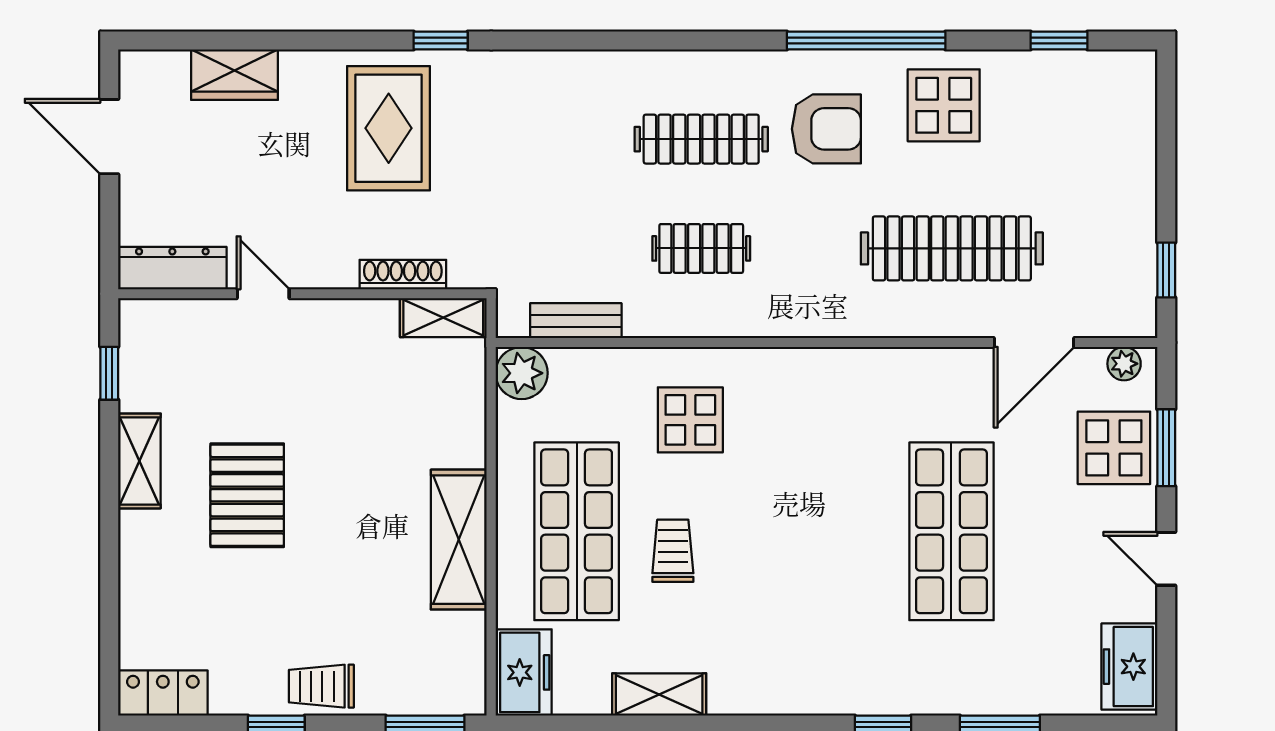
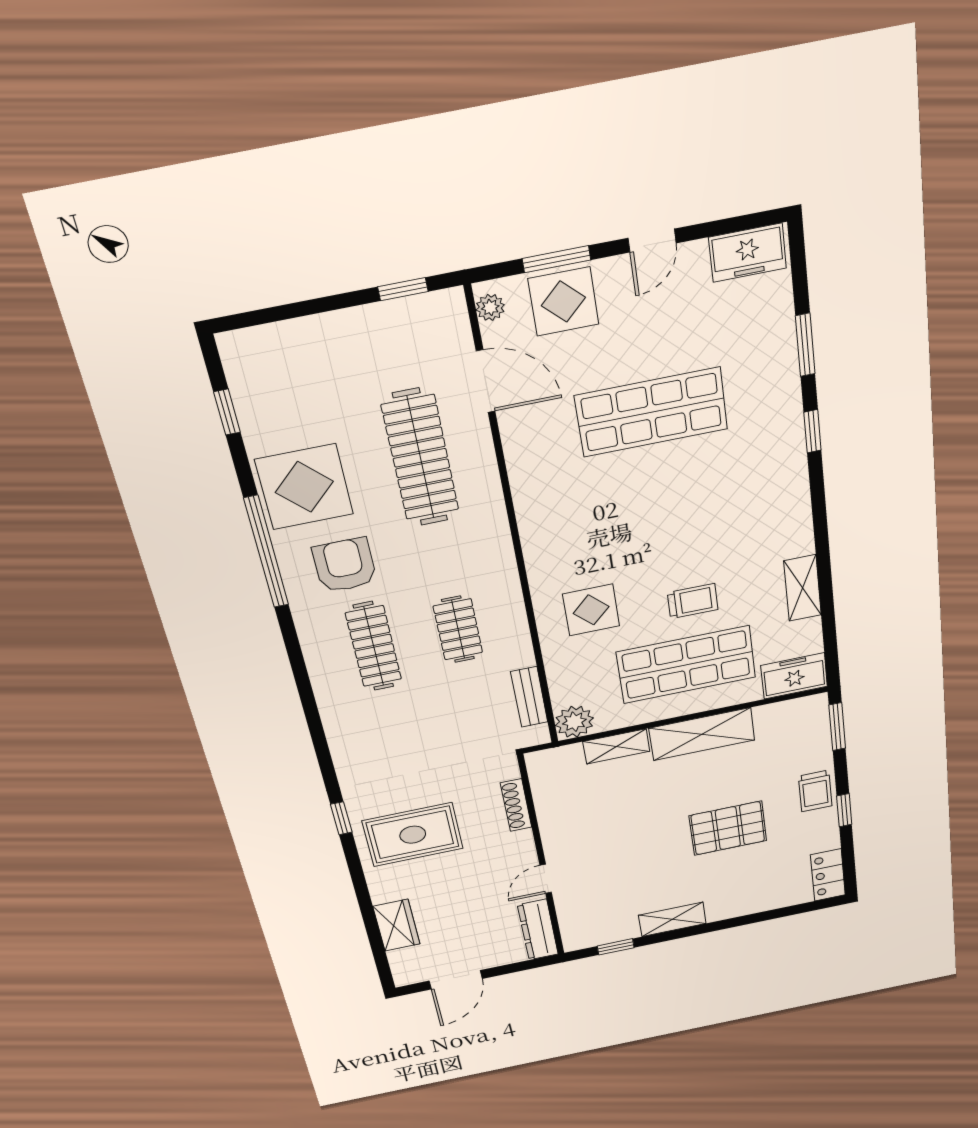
display table: (944, 105) -> (304, 487), width x1.36, depth x1.36
shelving: (443, 318) -> (616, 746), moved, turned 90
pallet: (247, 495) -> (728, 828), moved
trolley: (673, 551) -> (693, 601), turned 180

